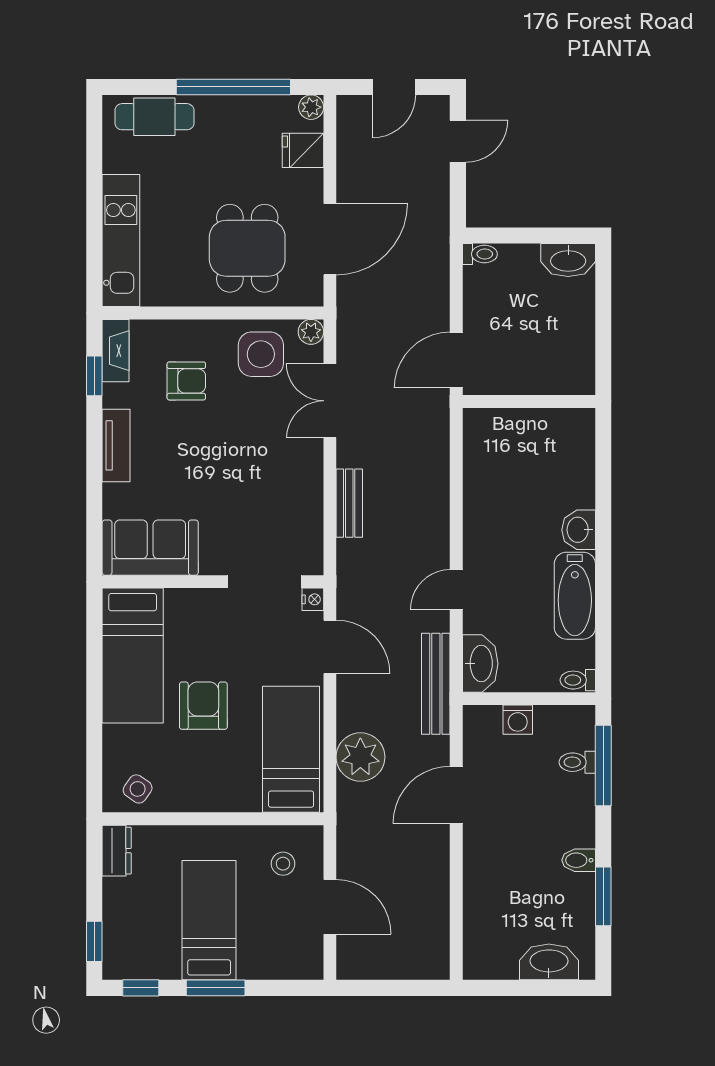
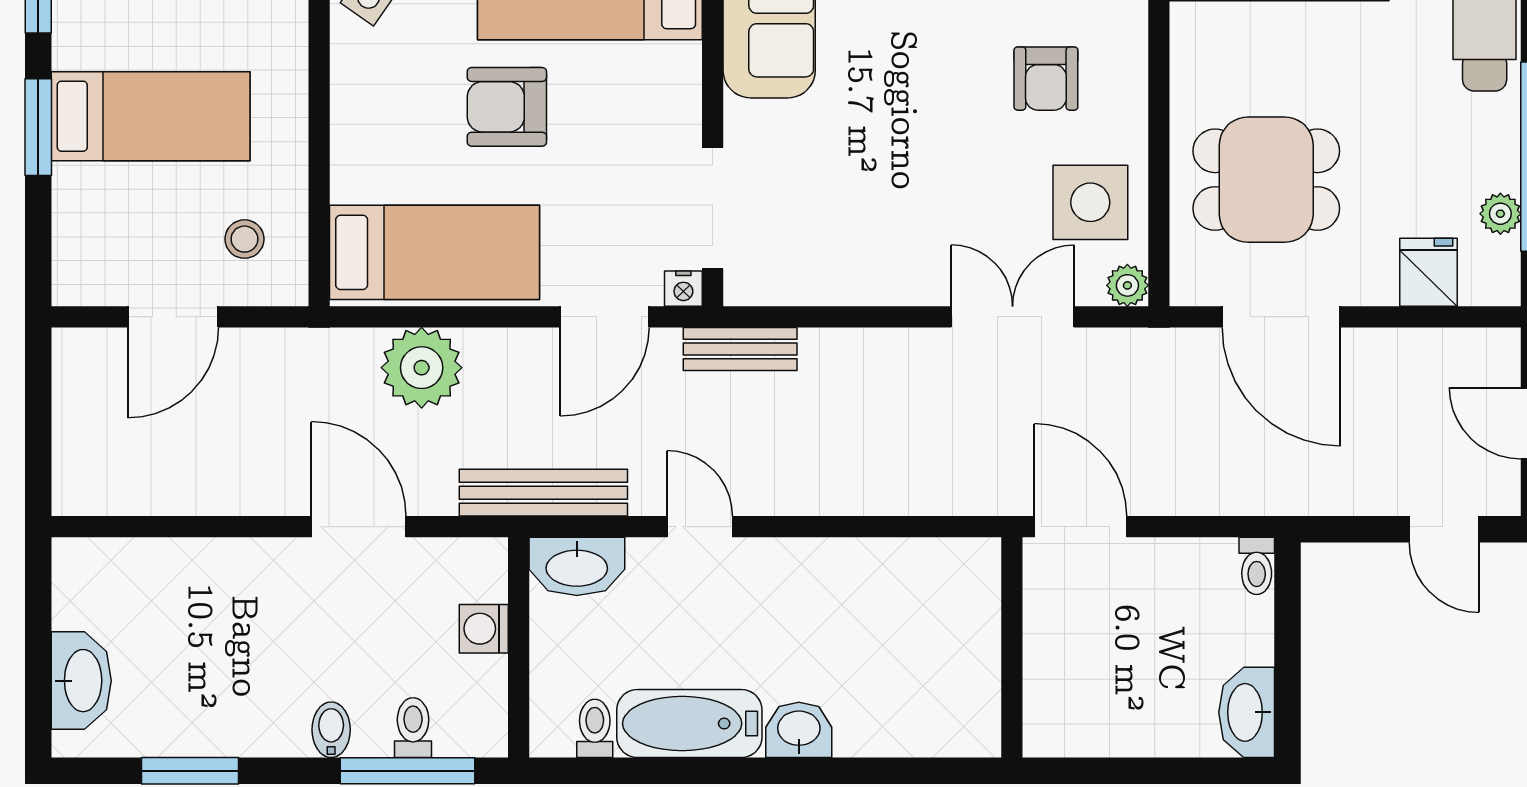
plant: (311, 107) -> (1500, 214), moved
bench: (349, 503) -> (740, 349), moved
toilet: (578, 680) -> (595, 728), moved
armchair: (203, 706) -> (507, 107), turned 180
bidet: (579, 860) -> (331, 730), moved

